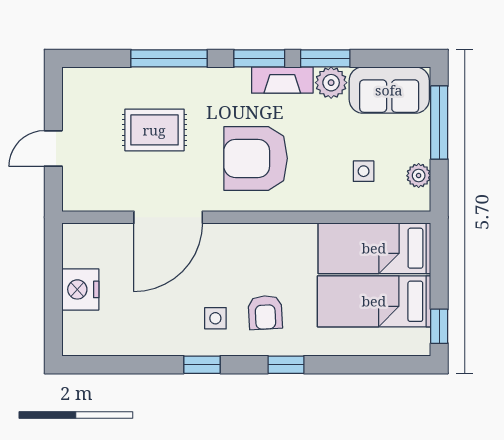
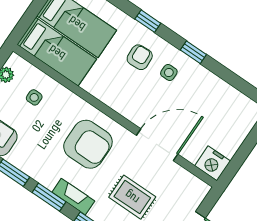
fireplace: (282, 80) -> (73, 197), moved
plant: (331, 83) -> (19, 157), removed
nightstand: (80, 289) -> (213, 163), moved, turned 90

